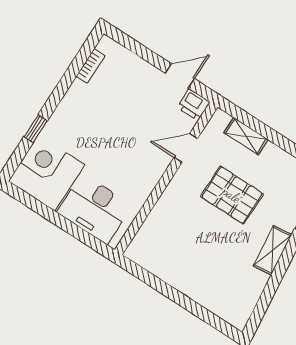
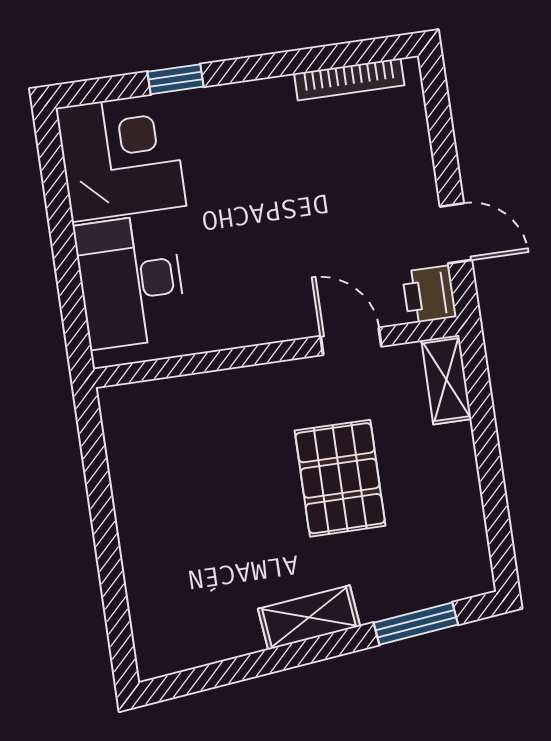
bookcase: (91, 66) -> (349, 79), width x1.56
shelving: (246, 136) -> (446, 380), moved

